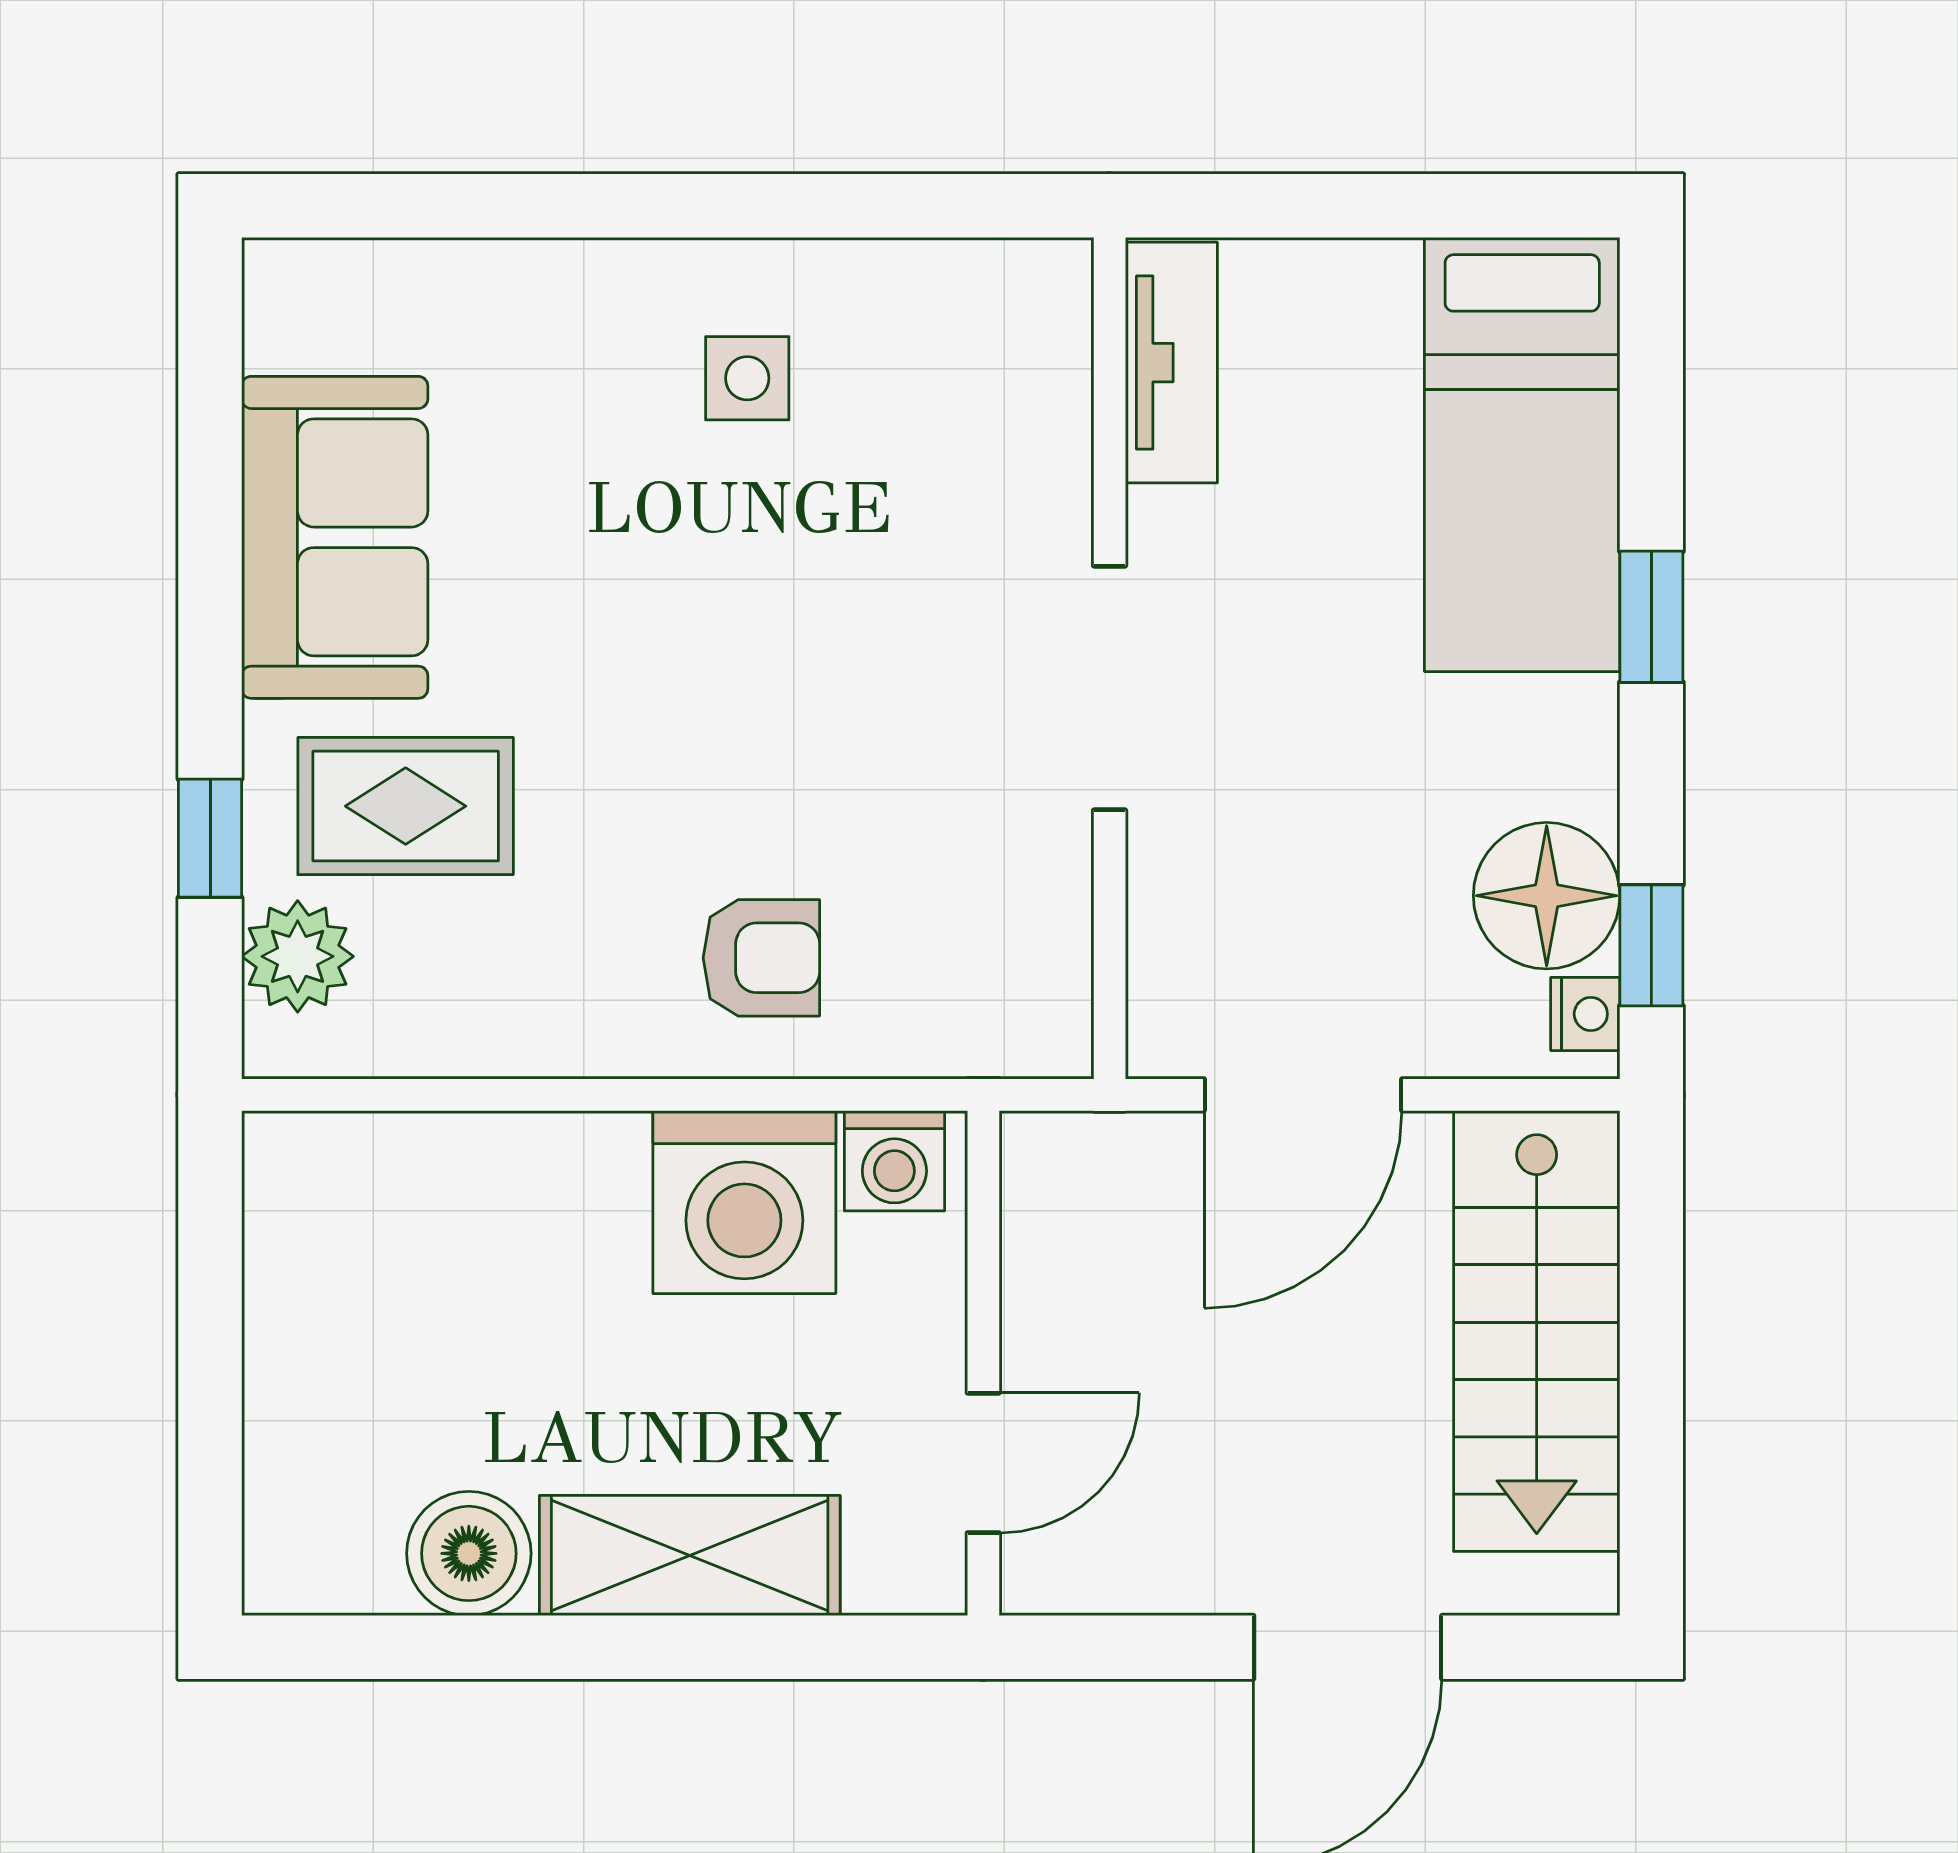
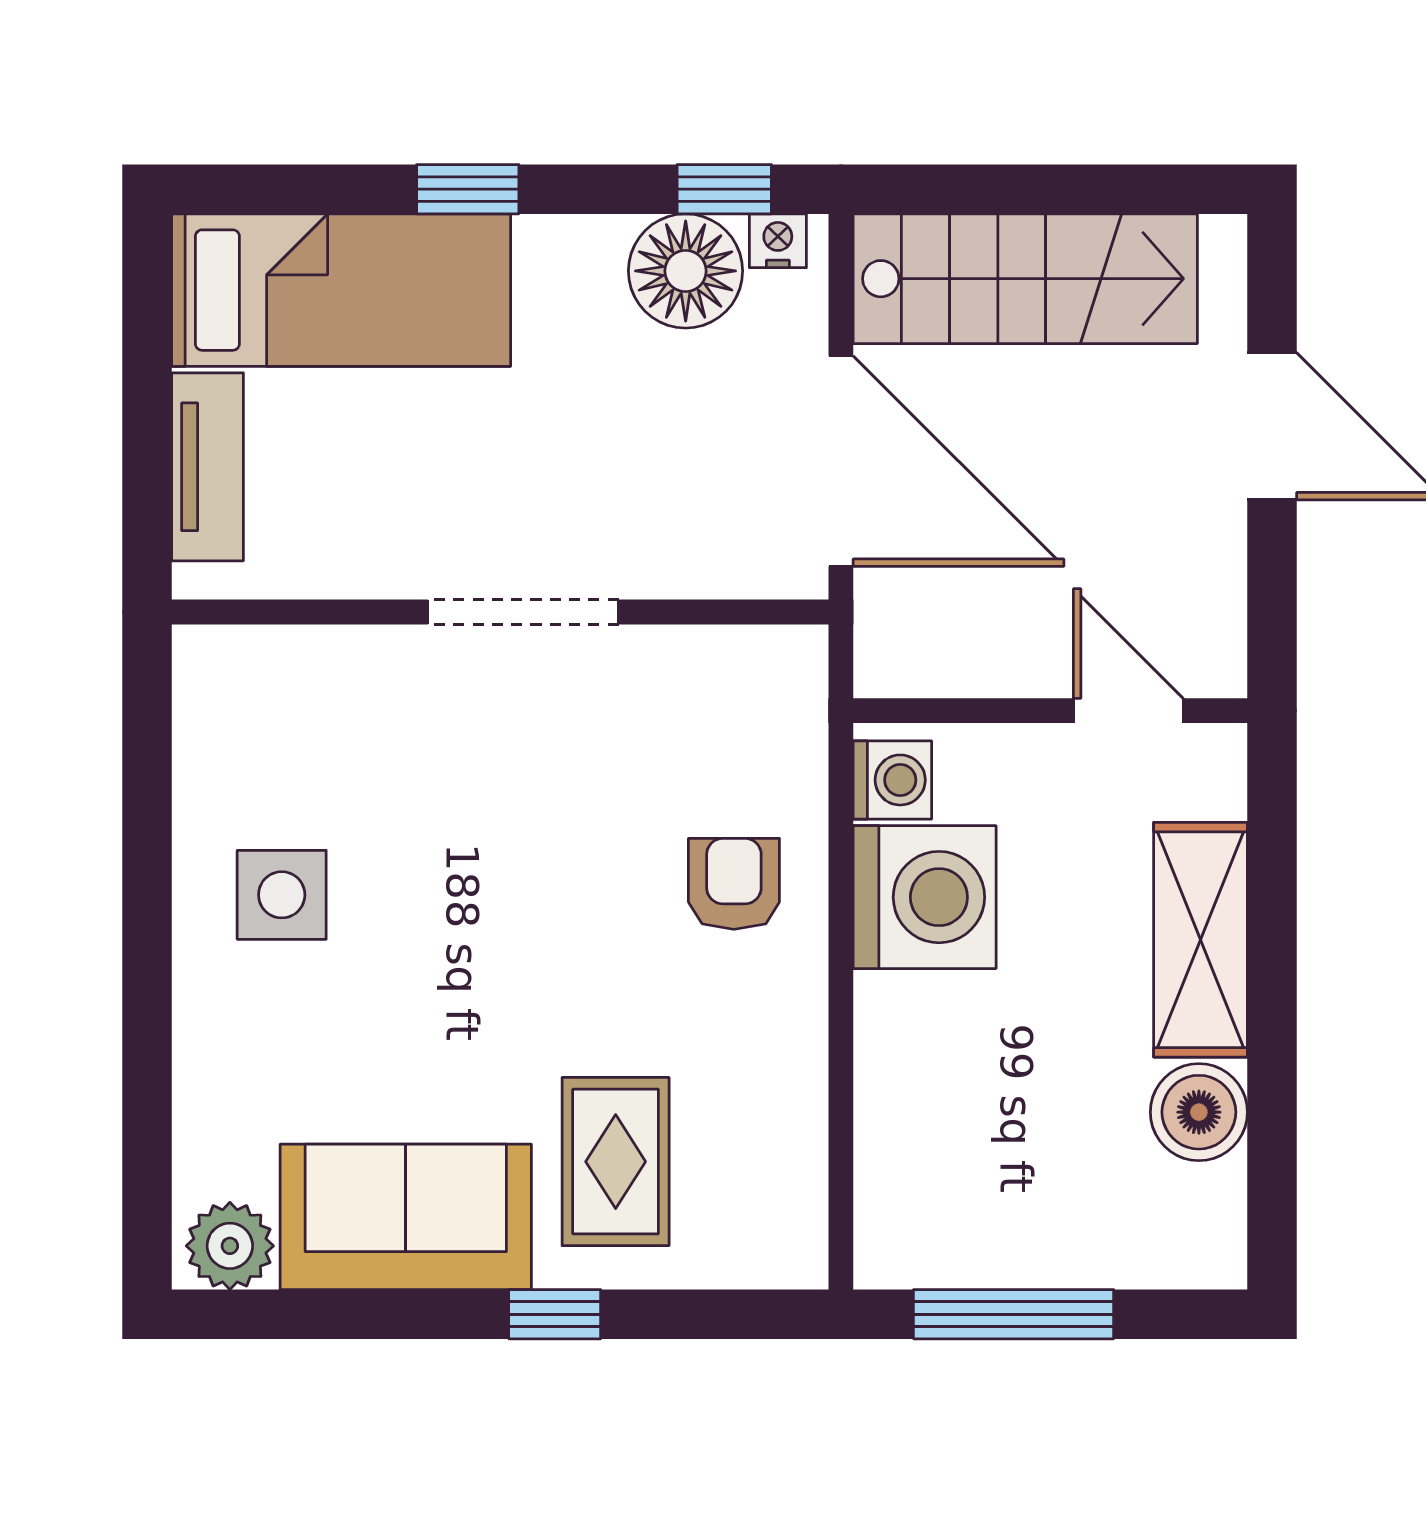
tv unit: (1171, 363) -> (208, 467), moved, turned 90
side table: (747, 378) -> (282, 895), width x1.37, depth x1.37
window: (210, 838) -> (555, 1314), moved
plant: (298, 956) -> (230, 1246), moved
door: (1303, 1095) -> (841, 461), width x1.36
window: (210, 1316) -> (1014, 1314), added

